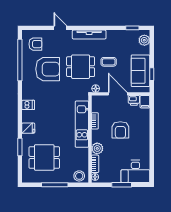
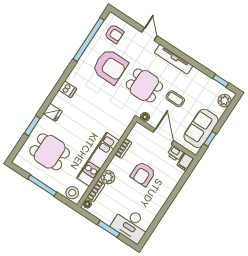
kitchen unit: (82, 124) -> (98, 159), moved

